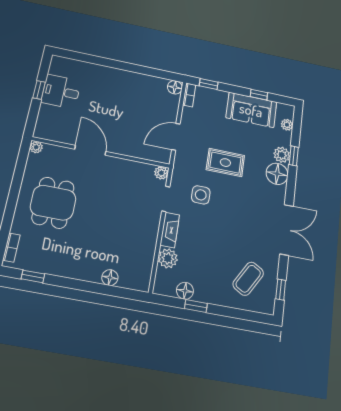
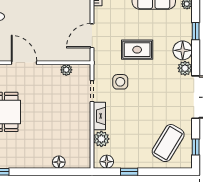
plant: (282, 155) -> (185, 68), moved
plant: (161, 173) -> (66, 70), moved
coffee table: (248, 279) -> (168, 143), width x1.36, depth x1.32
floor lamp: (185, 291) -> (107, 162), moved

